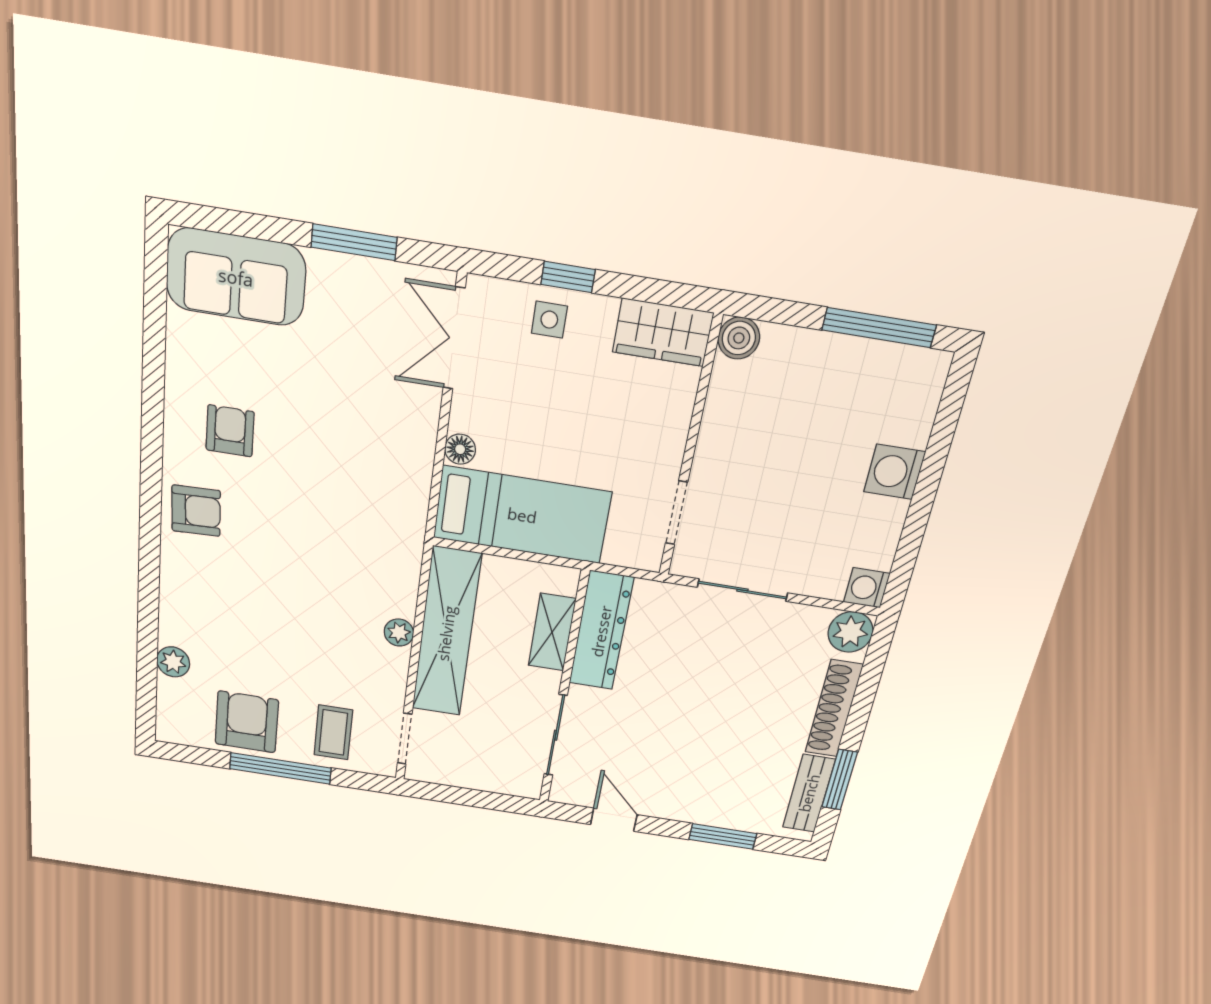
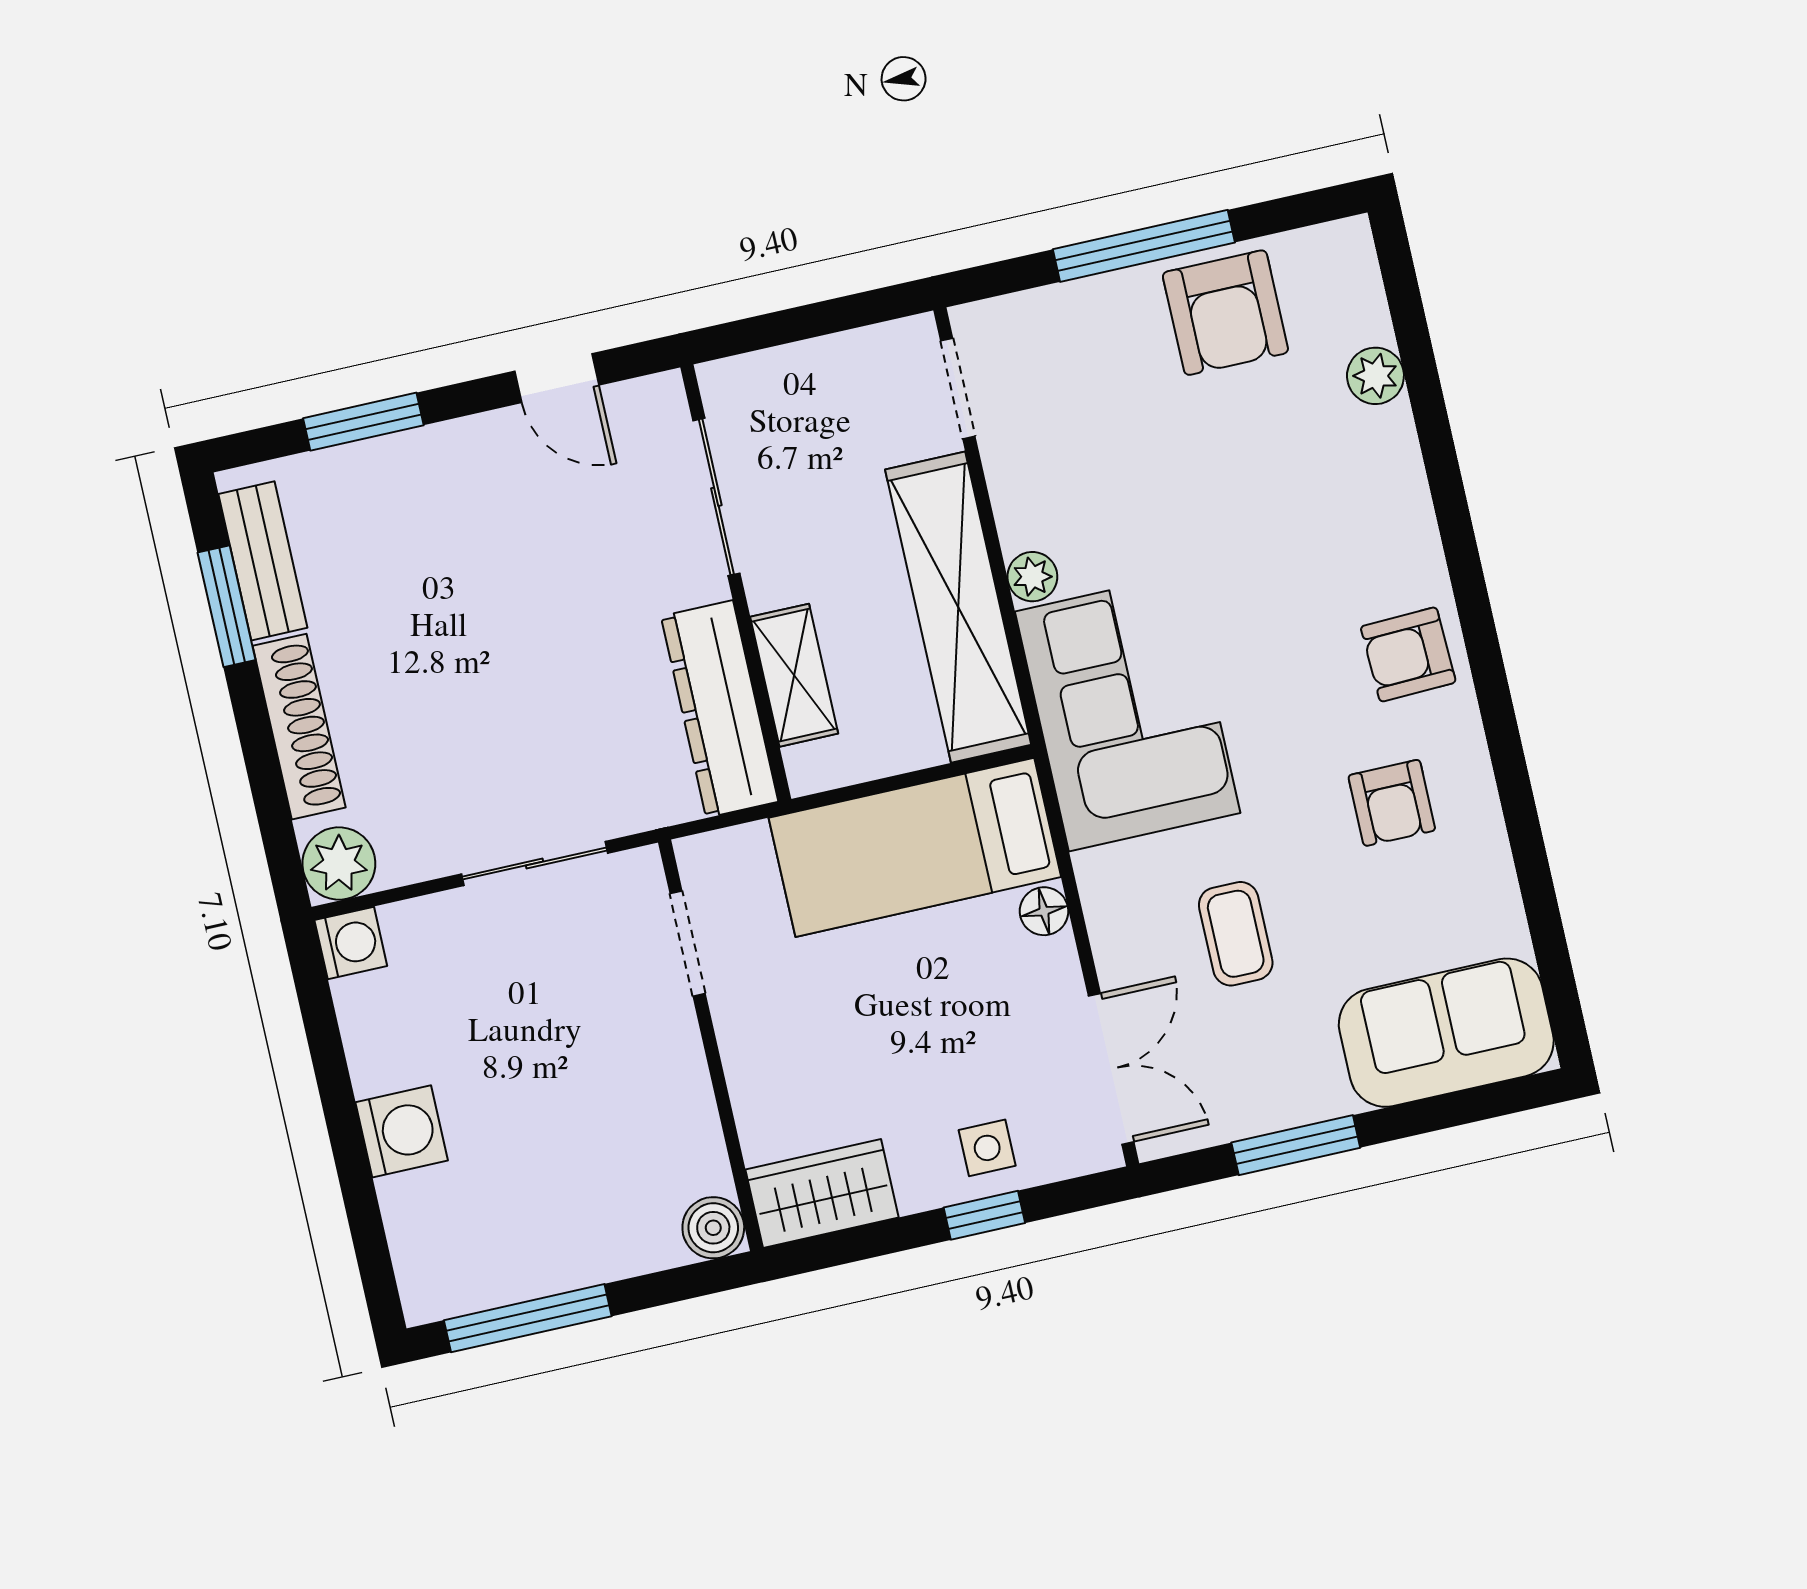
corner sofa: (370, 541) -> (1128, 712), added
coffee table: (333, 732) -> (1236, 934), moved

